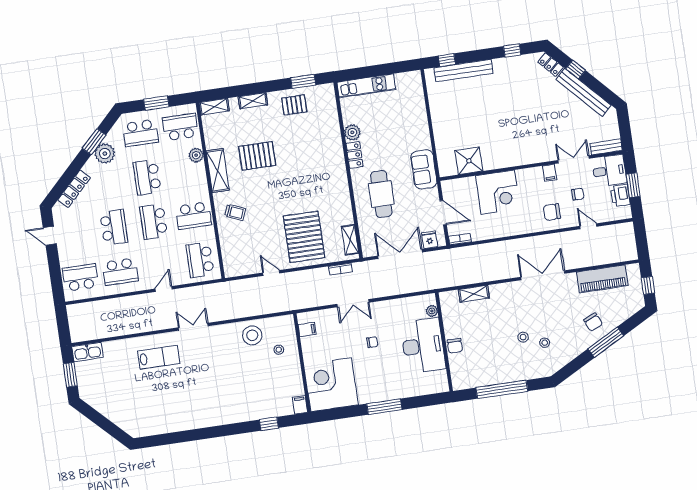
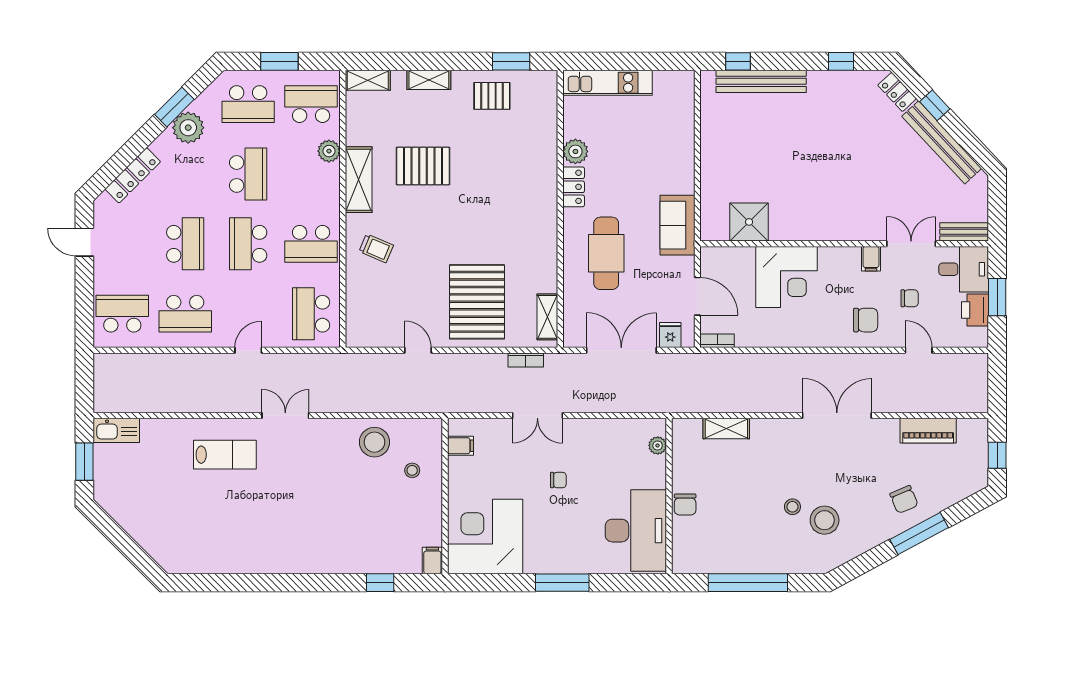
school desk: (147, 177) -> (248, 174), turned 180
chair: (552, 212) -> (866, 320), turned 180
piano: (602, 279) -> (928, 431), width x0.73, depth x0.75
stool: (545, 343) -> (825, 520), width x1.89, depth x1.89
desk: (423, 346) -> (636, 531), moved

